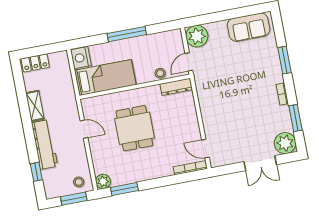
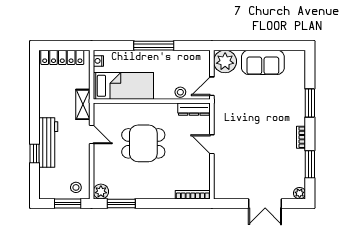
sofa: (249, 27) -> (263, 62), moved
nightstand: (81, 58) -> (98, 61), width x0.53, depth x0.56
locker: (35, 63) -> (62, 57), width x1.53
shelving: (35, 106) -> (83, 104), moved
dining table: (134, 128) -> (143, 143), turned 90
plant: (285, 143) -> (300, 193), width x0.53, depth x0.53
door: (205, 149) -> (212, 144), moved
window: (36, 172) -> (35, 154), moved

